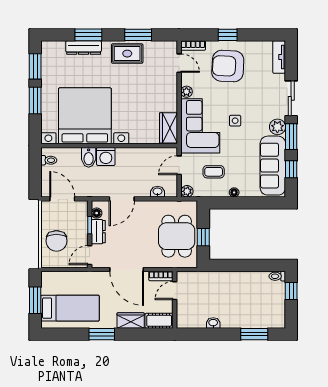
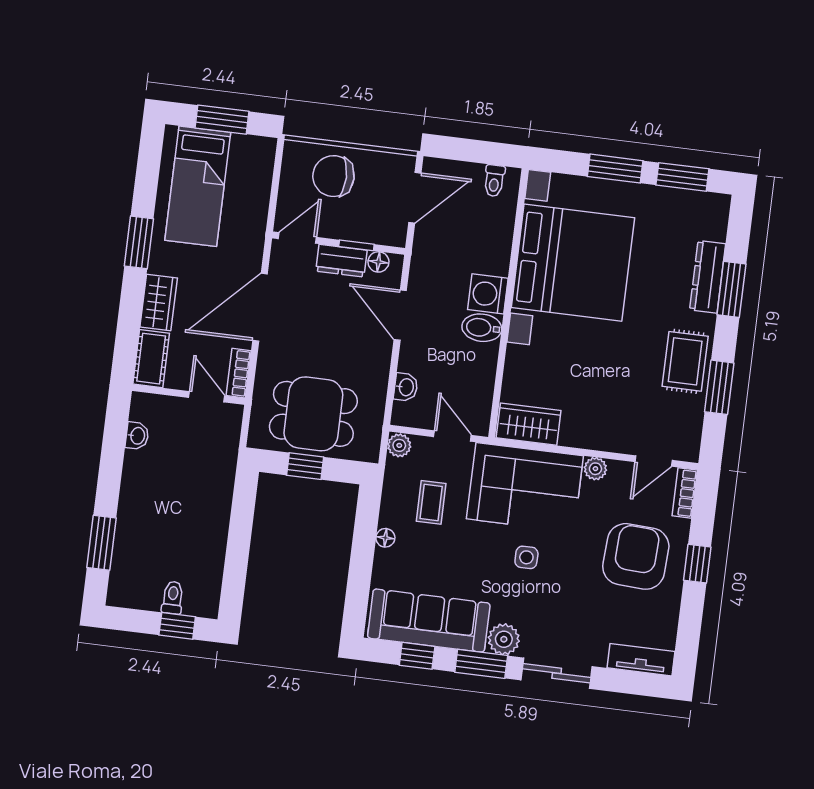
bidet: (89, 157) -> (482, 328), moved
door: (90, 255) -> (297, 238), hinge flipped
toilet: (277, 276) -> (173, 598), moved
washbasin: (213, 323) -> (137, 436), moved

